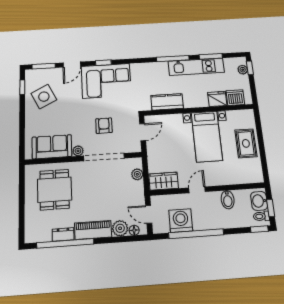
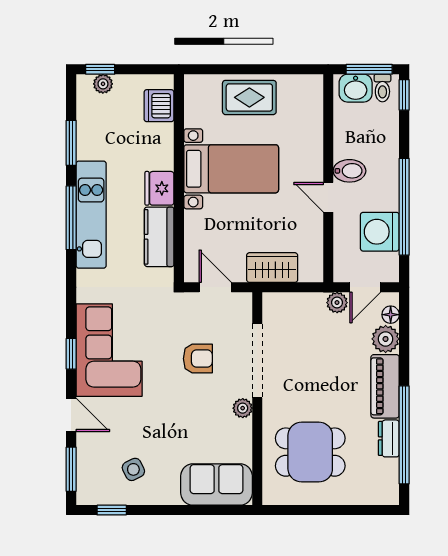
kitchen unit: (196, 67) -> (91, 215), moved
side table: (44, 97) -> (133, 469), width x0.54, depth x0.54
fridge: (217, 99) -> (159, 188), moved
armchair: (104, 126) -> (198, 359), turned 180
sofa: (52, 147) -> (217, 484), moved, turned 90
plant: (137, 174) -> (337, 303), moved
wardrobe: (164, 181) -> (272, 268), moved, turned 90
bidet: (228, 200) -> (349, 171), moved
window: (271, 208) -> (369, 69), width x1.50

